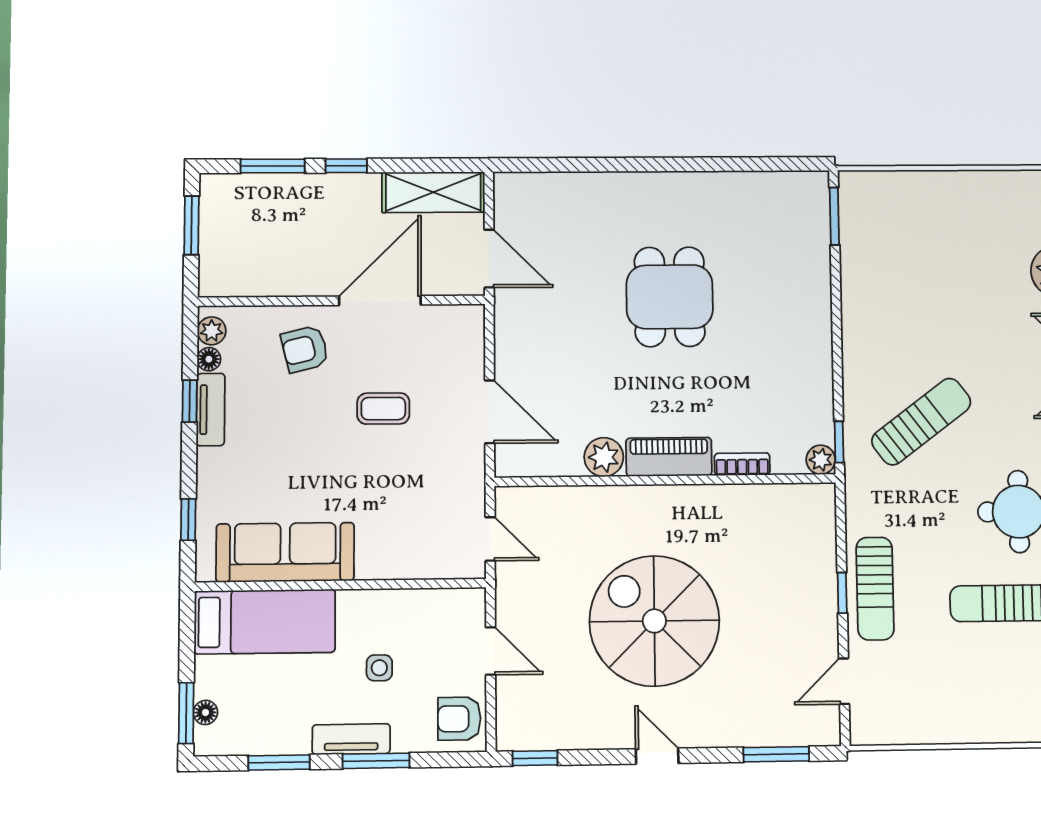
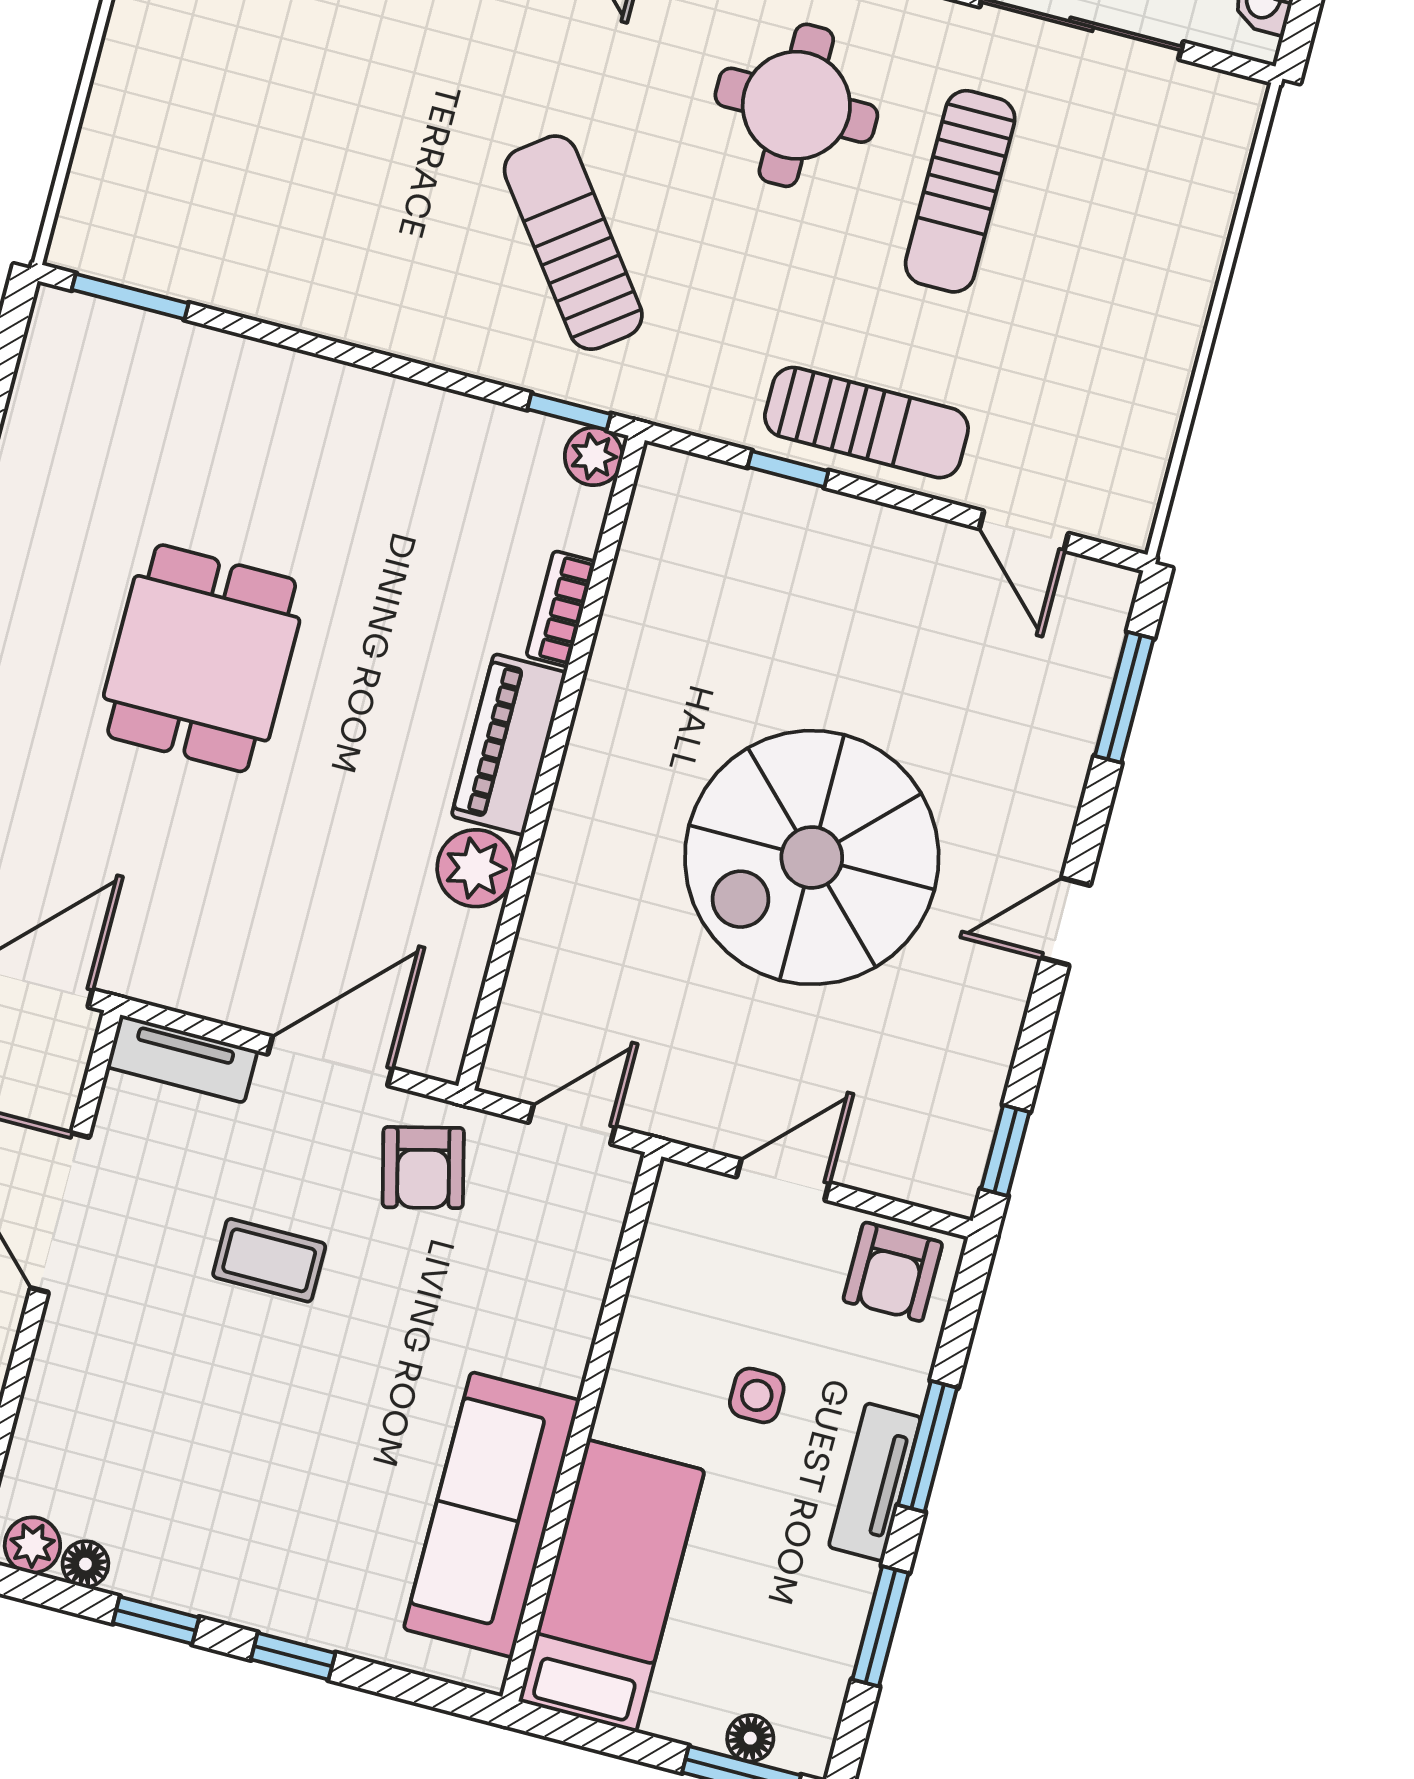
dining table: (670, 297) -> (202, 658), turned 90
armchair: (305, 349) -> (423, 1168), moved
coffee table: (383, 409) -> (269, 1260), turned 90
tv unit: (211, 410) -> (182, 1059), moved, turned 180
window: (188, 520) -> (293, 1656), moved
window: (842, 593) -> (788, 469), moved

